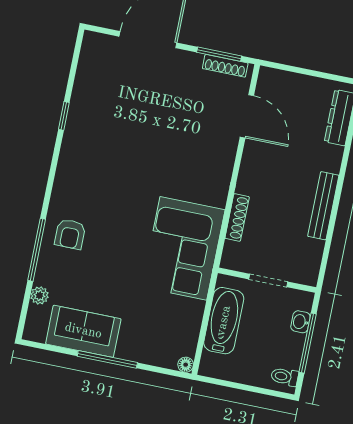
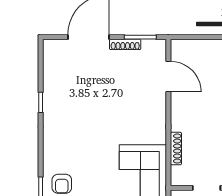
shoe rack: (225, 66) -> (125, 44), moved

